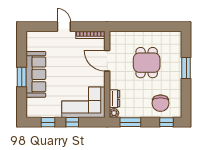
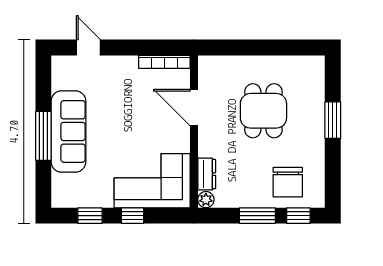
door: (64, 27) -> (88, 47), moved
window: (22, 77) -> (43, 136), width x1.44
window: (130, 122) -> (257, 216), moved

